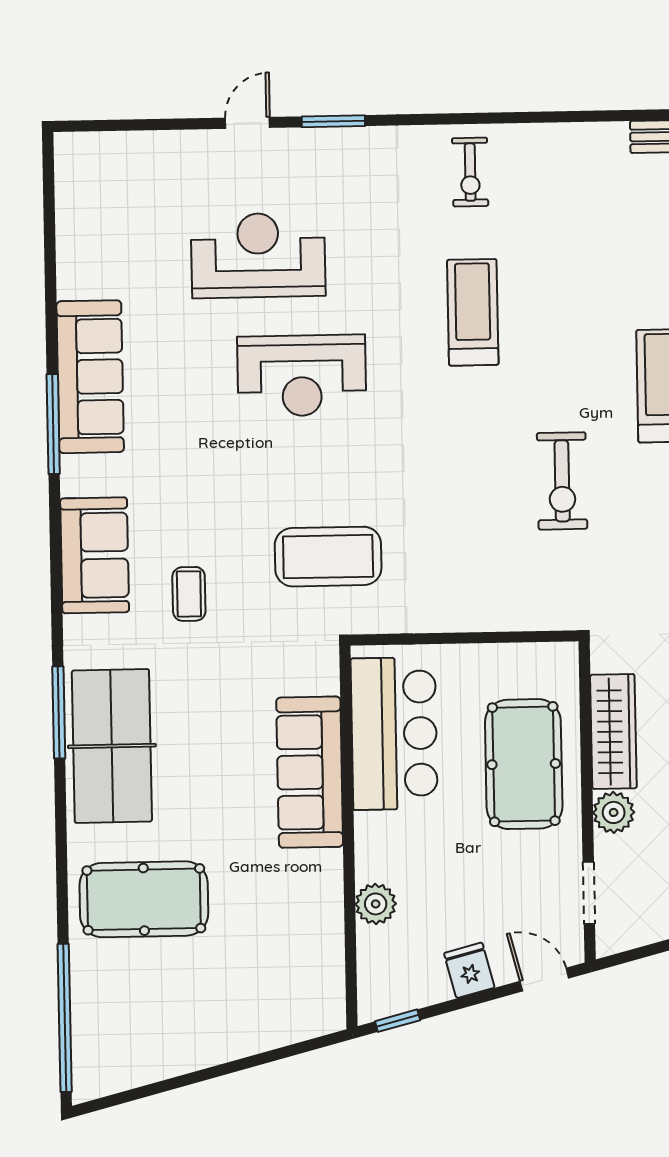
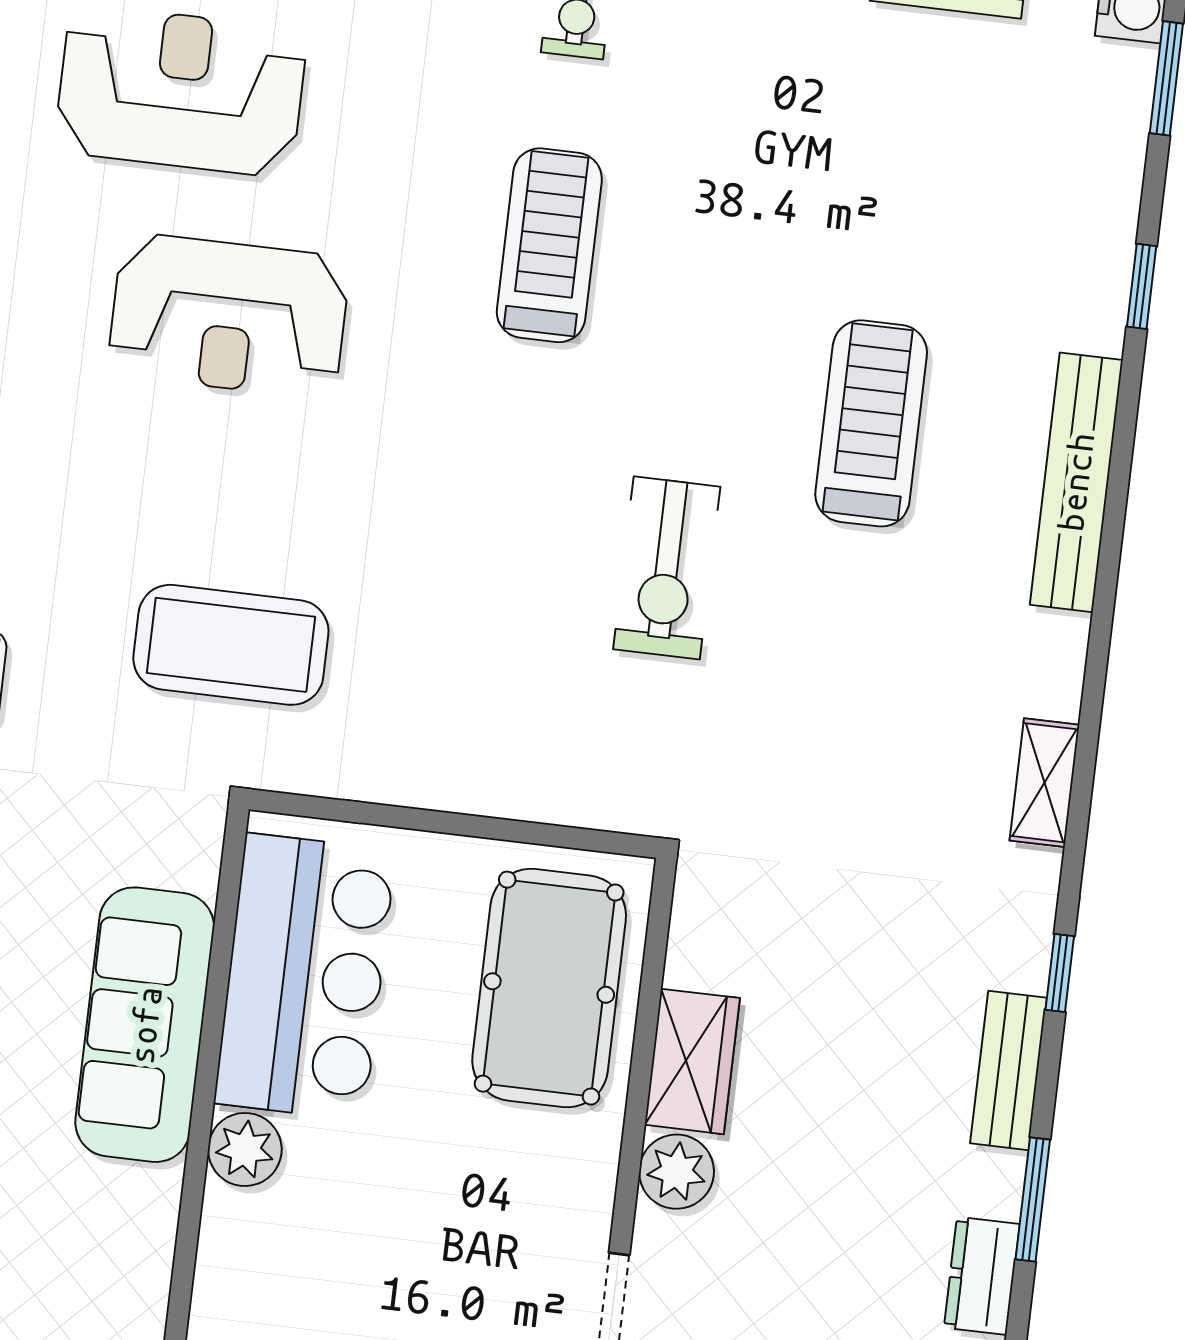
wardrobe: (613, 732) -> (692, 1061), width x0.67
pool table: (524, 764) -> (549, 988), moved
plant: (376, 904) -> (245, 1149), moved

